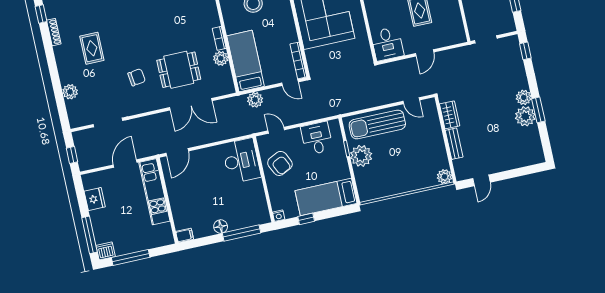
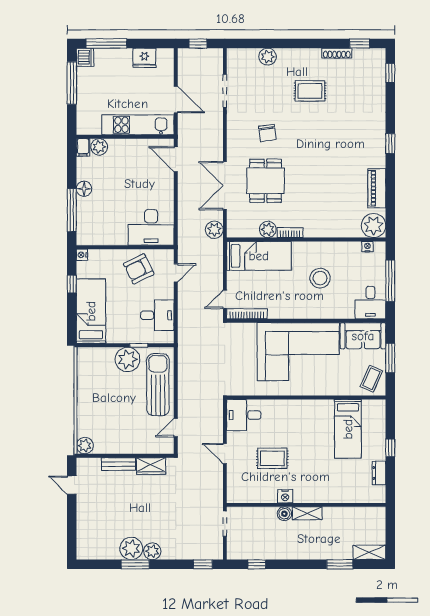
plant: (255, 100) -> (214, 230), moved
plant: (181, 221) -> (99, 147), added

